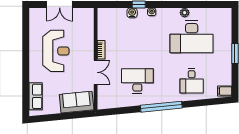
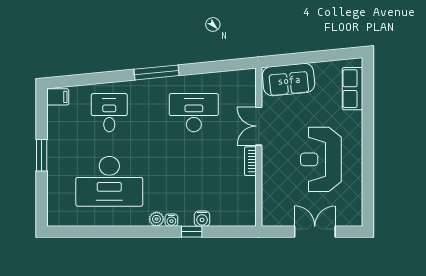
plant: (185, 13) -> (156, 219), moved
desk: (192, 37) -> (109, 181), turned 180
desk: (137, 81) -> (194, 113), turned 180
window: (161, 107) -> (157, 72), width x0.68

